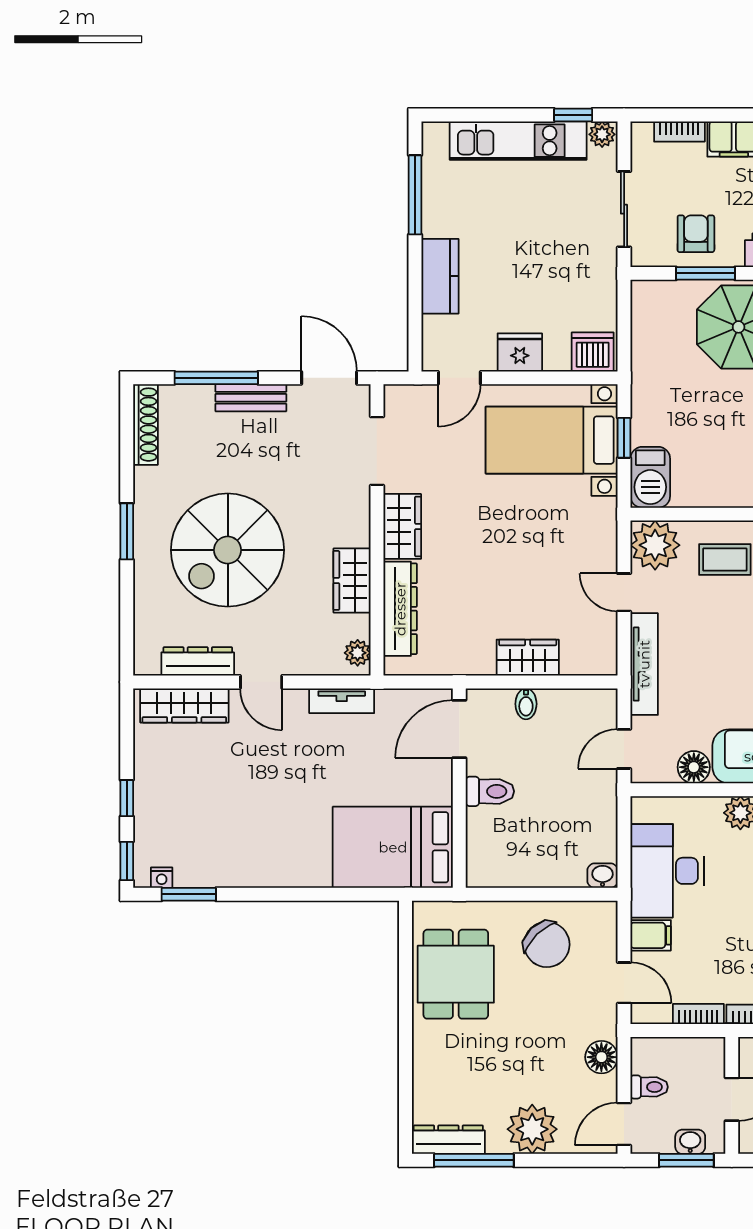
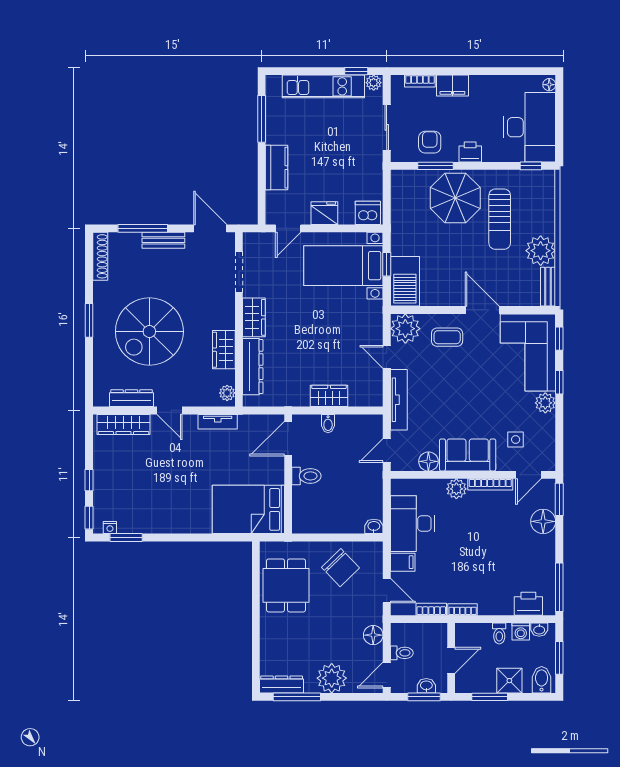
barbecue: (650, 477) -> (405, 281), width x1.37, depth x1.21

